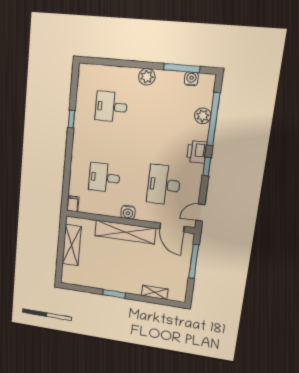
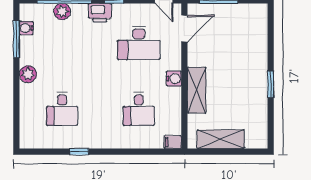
shelving: (125, 232) -> (197, 90), width x0.68
shelving: (155, 292) -> (261, 38), removed

